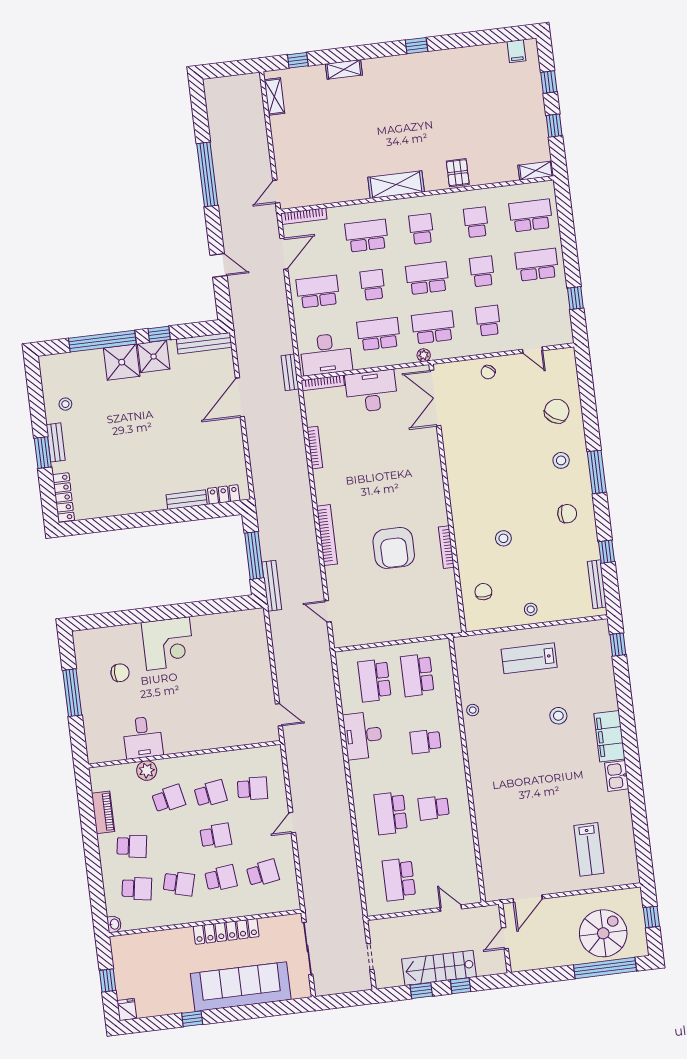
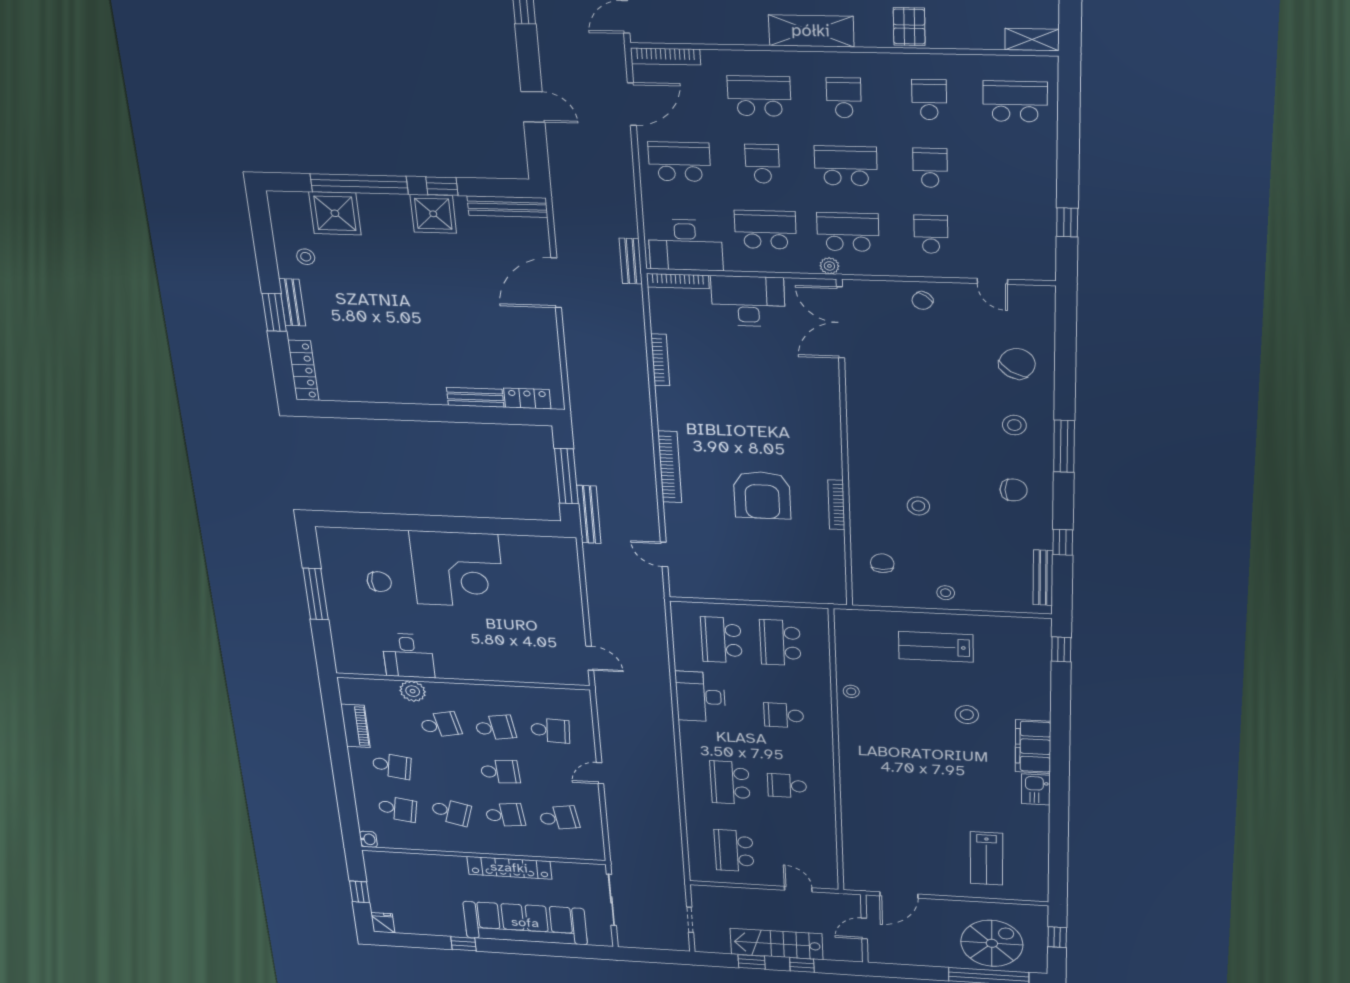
school desk: (537, 265) -> (1015, 170), removed
shower: (122, 362) -> (335, 213), moved
corner desk: (168, 644) -> (457, 569), width x1.36, depth x1.36

